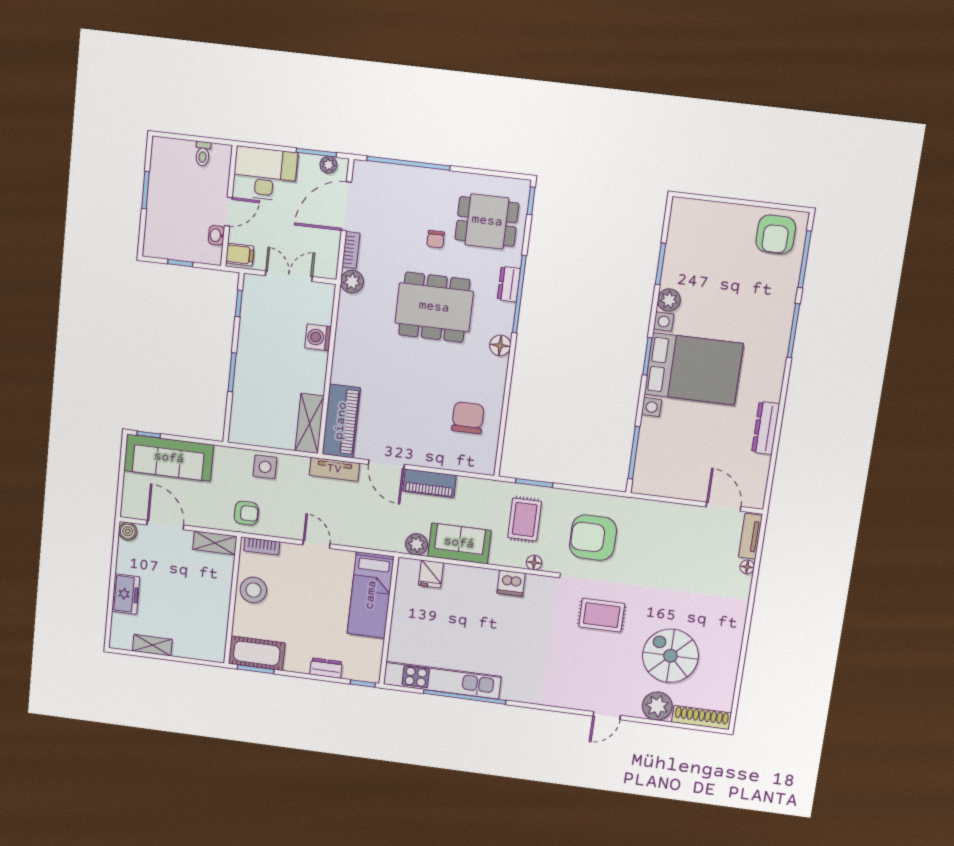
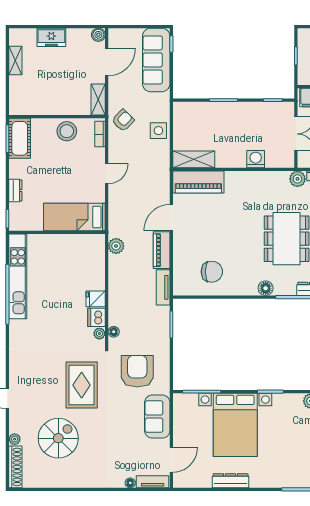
bed with nightstands: (694, 369) -> (235, 425), moved
tv unit: (334, 469) -> (163, 287), moved
armchair: (246, 513) -> (123, 120), turned -136
rug: (525, 519) -> (144, 321), removed
sofa: (459, 543) -> (157, 417), moved, turned 180
fridge: (431, 574) -> (96, 299), moved
plant: (534, 582) -> (99, 334), added
rug: (602, 615) -> (82, 385), width x1.36, depth x1.43
plant: (657, 706) -> (15, 439), width x0.53, depth x0.53

